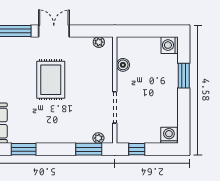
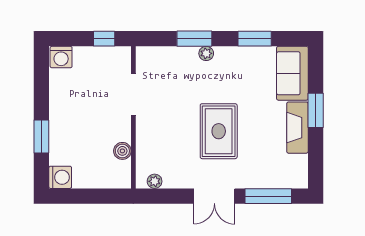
plant: (98, 138) -> (206, 53), moved
window: (89, 149) -> (194, 39), moved

